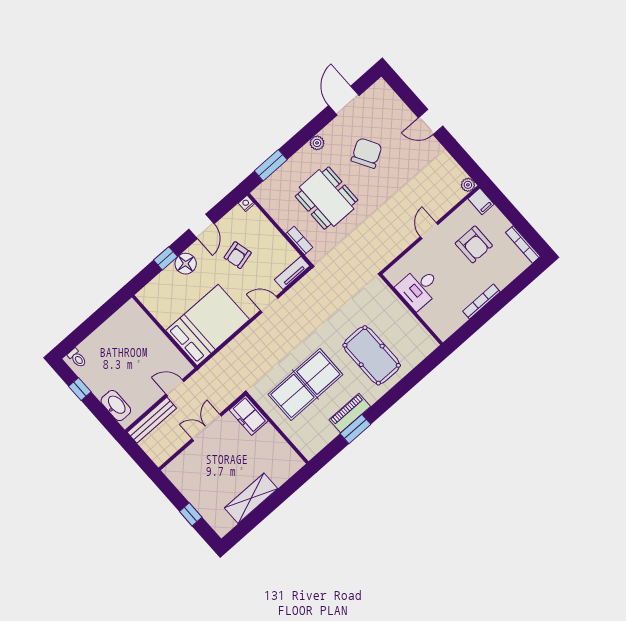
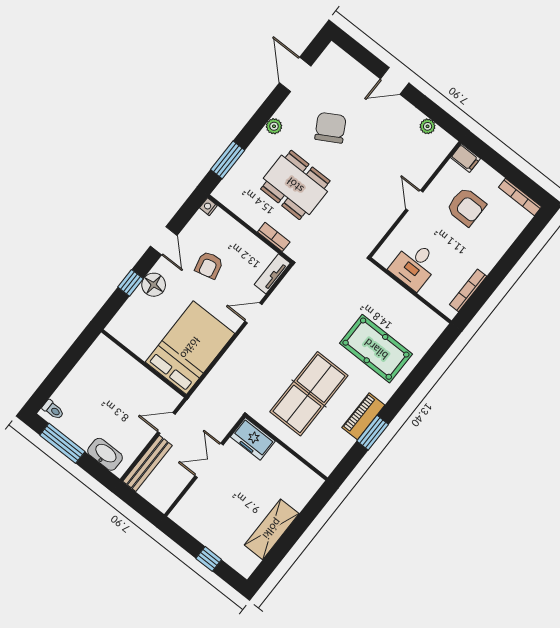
plant: (468, 185) -> (428, 126), moved
bookcase: (481, 302) -> (468, 290), moved
window: (80, 389) -> (62, 443), width x2.17

